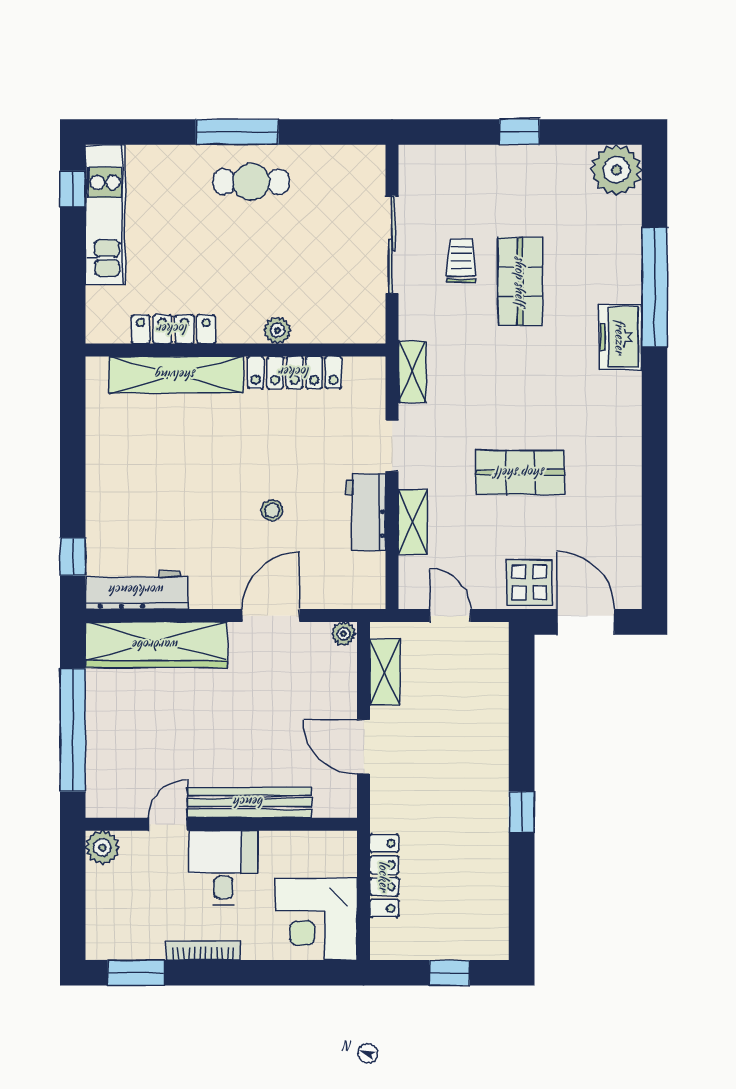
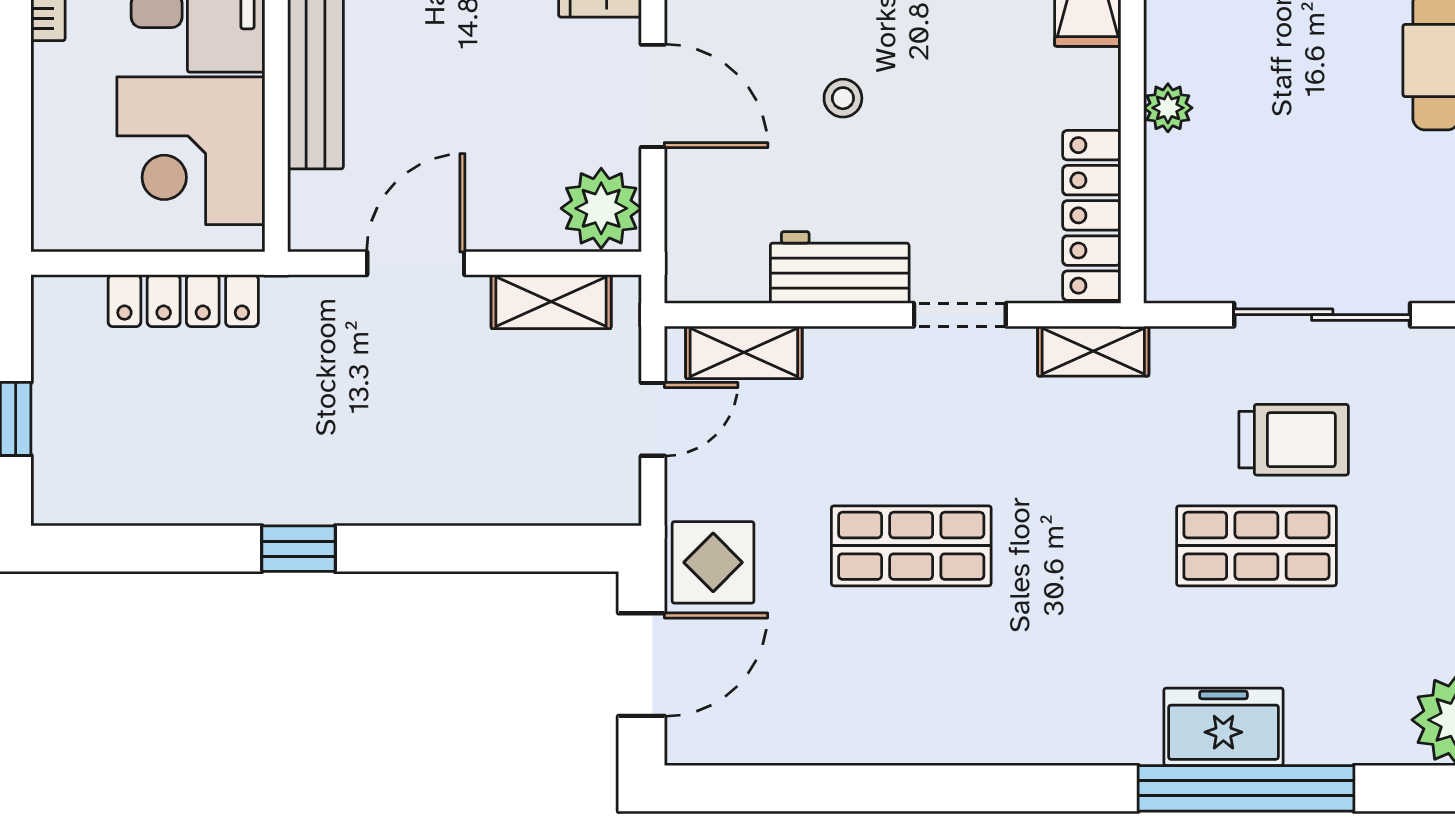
trolley: (461, 261) -> (1294, 440), width x1.36, depth x1.39
freezer: (620, 337) -> (1223, 727), moved
locker: (295, 372) -> (1092, 215), moved
shop shelf: (520, 473) -> (911, 546), turned 90
shelving: (413, 522) -> (744, 352), moved
plant: (344, 634) -> (601, 208), width x1.88, depth x1.88
corner desk: (316, 919) -> (191, 151), moved, turned -90

